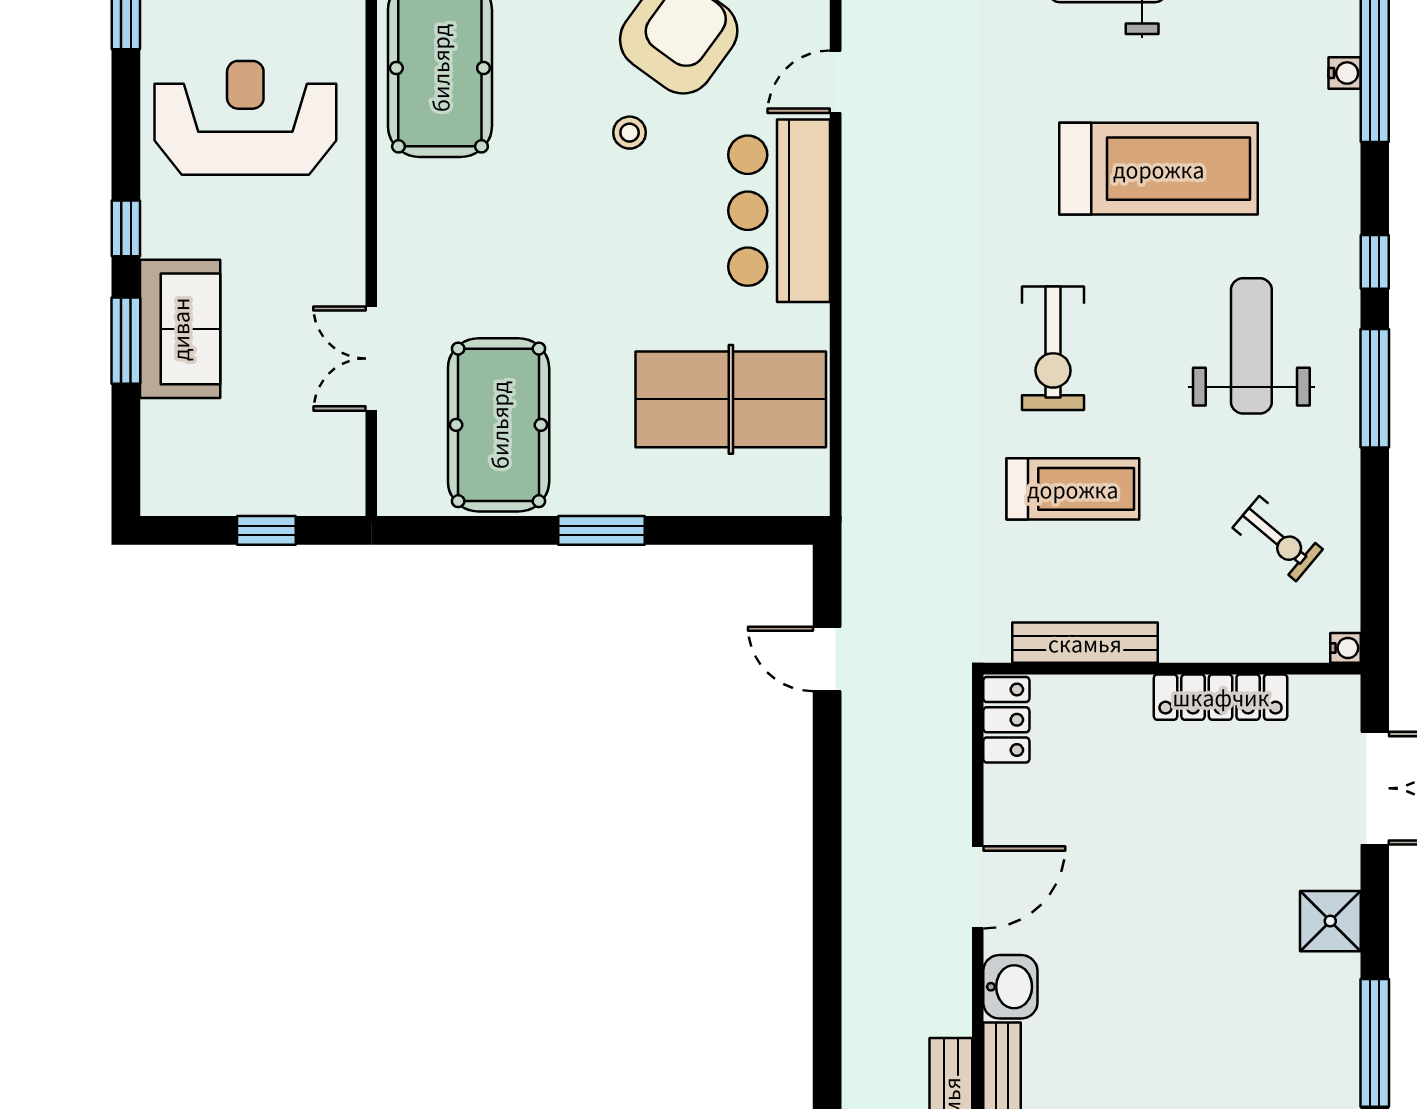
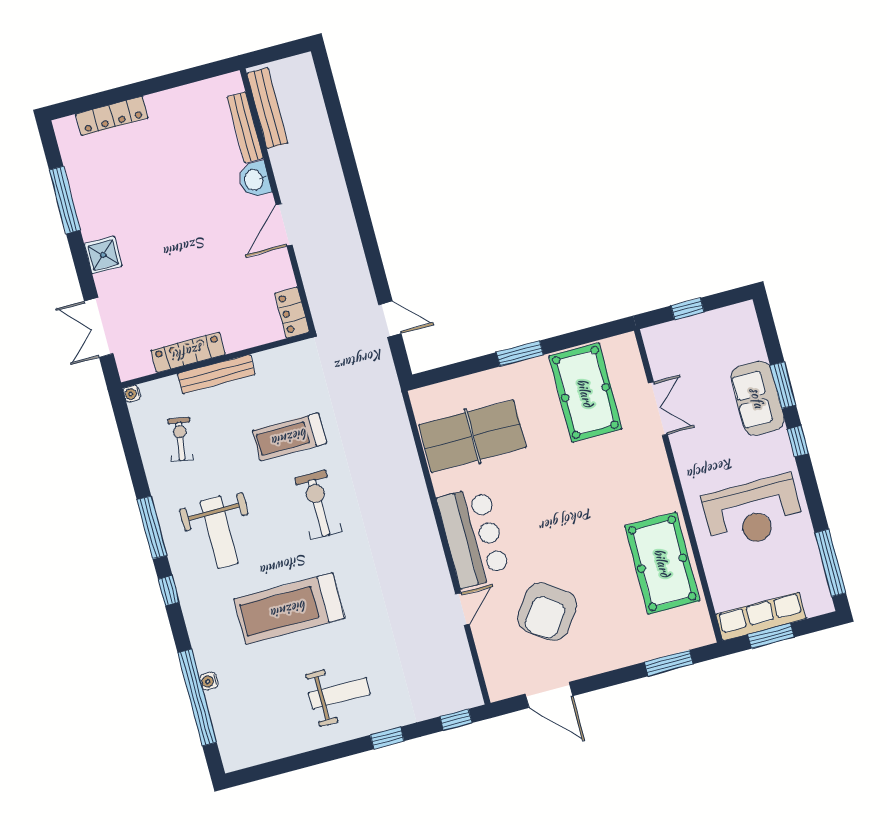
stool: (630, 133) -> (559, 556), removed
exercise bike: (1278, 539) -> (180, 439), turned 60
bench: (1085, 643) -> (216, 374), moved

